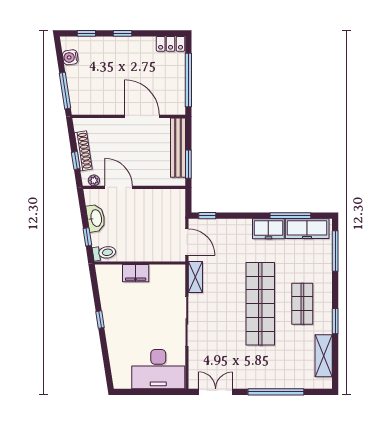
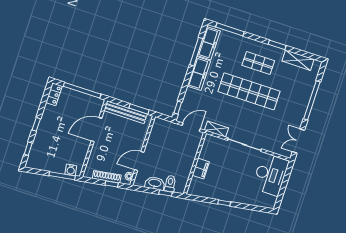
water cooler: (70, 57) -> (71, 170), moved
freezer: (268, 229) -> (199, 74), width x1.40
toilet: (104, 253) -> (170, 184), moved

